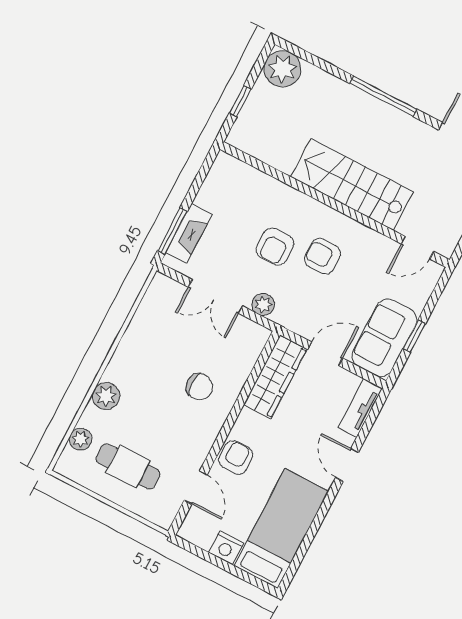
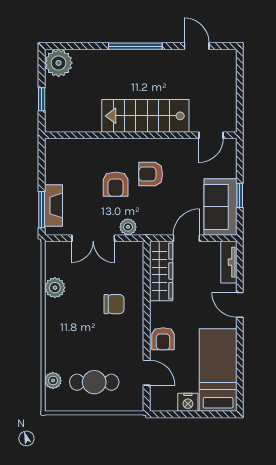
plant: (106, 396) -> (55, 288), moved
armchair: (236, 458) -> (163, 339), turned 180

